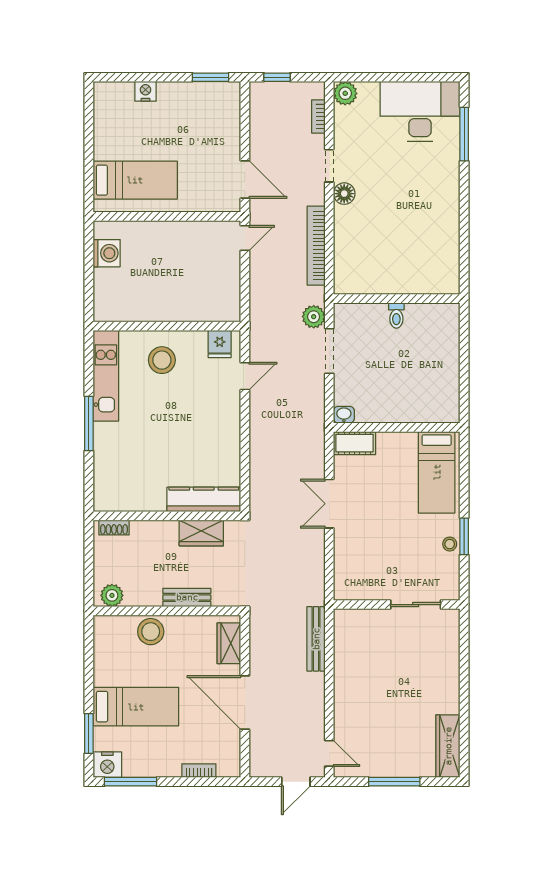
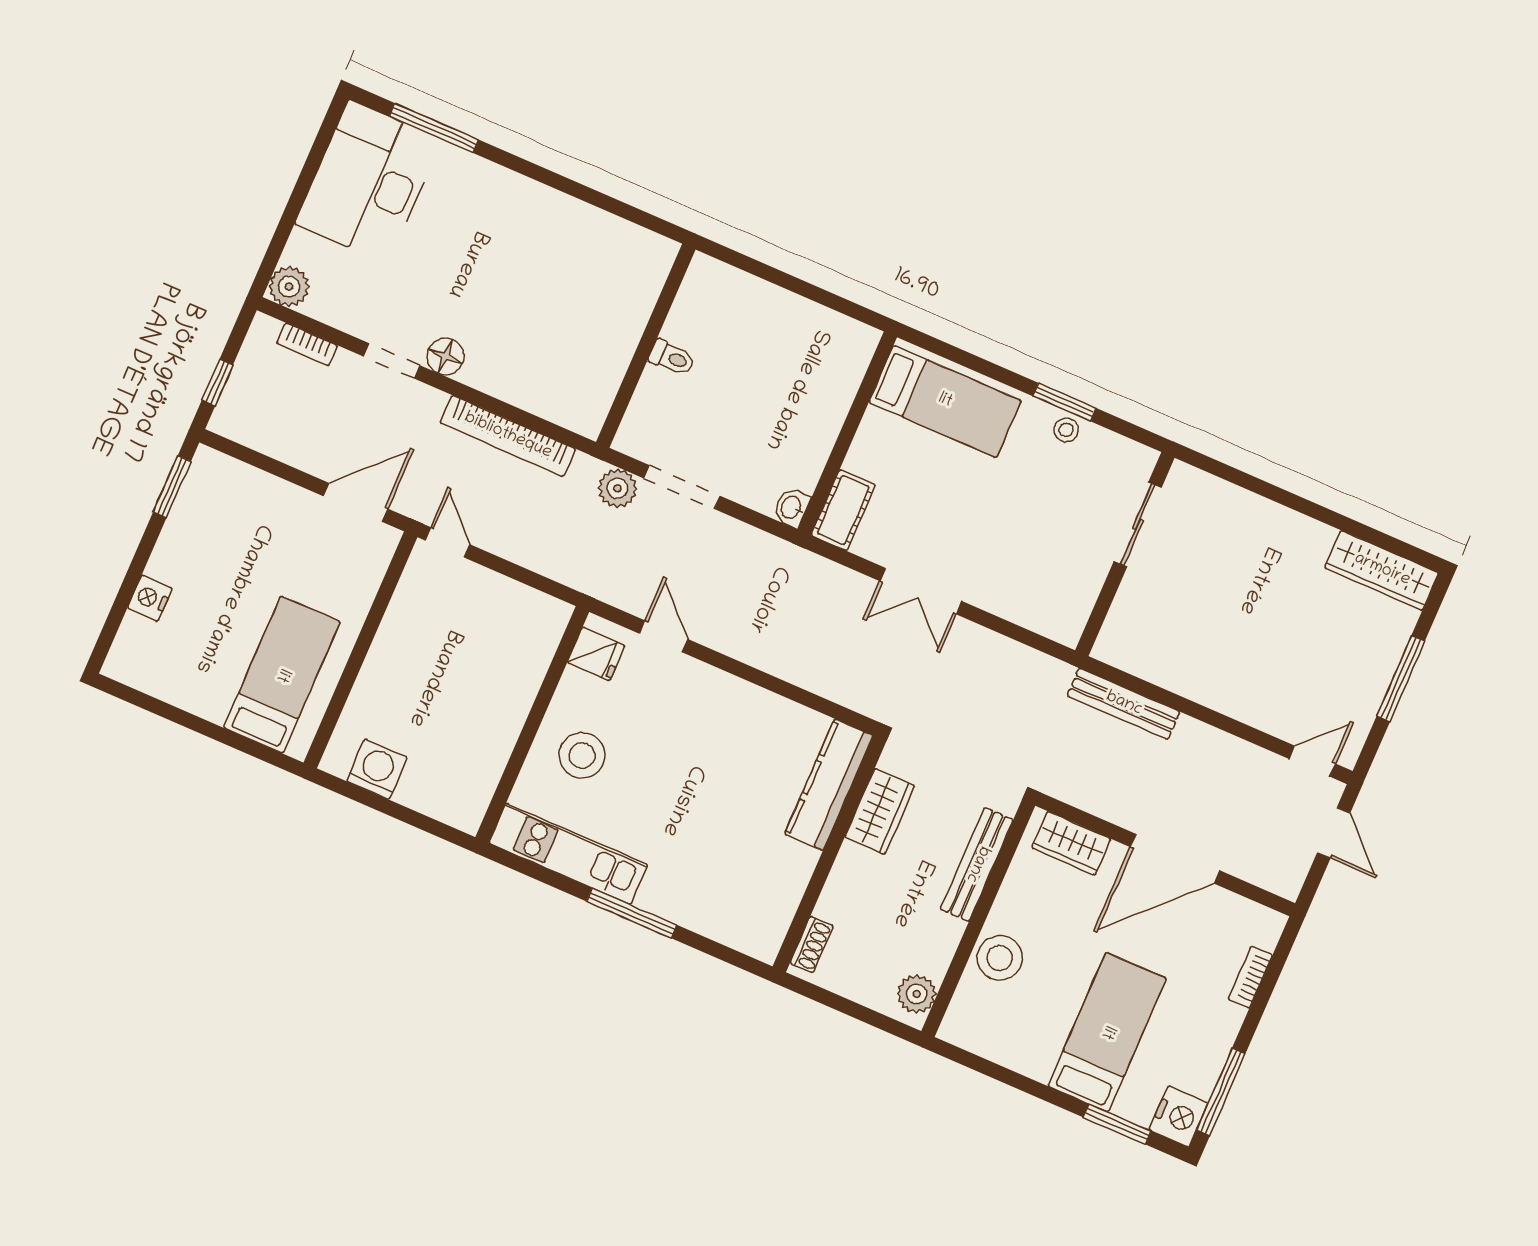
bench: (187, 597) -> (977, 864), width x1.36

